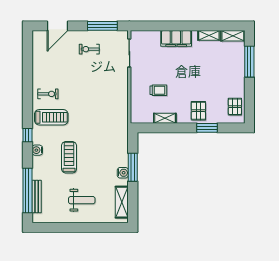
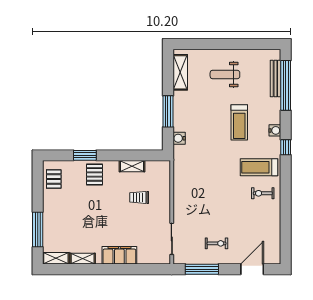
water cooler: (123, 173) -> (179, 138), moved

